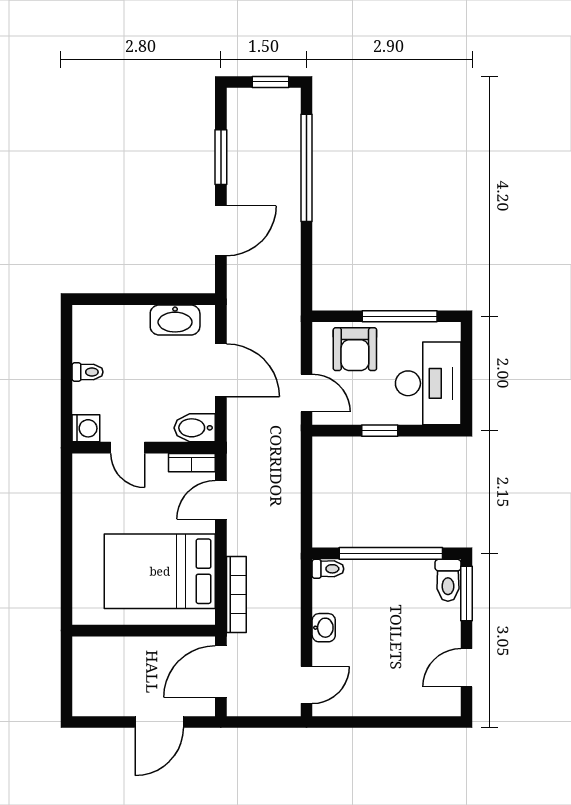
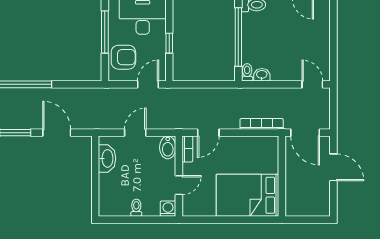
door: (221, 370) -> (135, 133), width x0.73
door: (221, 500) -> (208, 133), hinge flipped
bed: (160, 571) -> (247, 195), moved, turned 90
washbasin: (324, 628) -> (262, 75), moved

